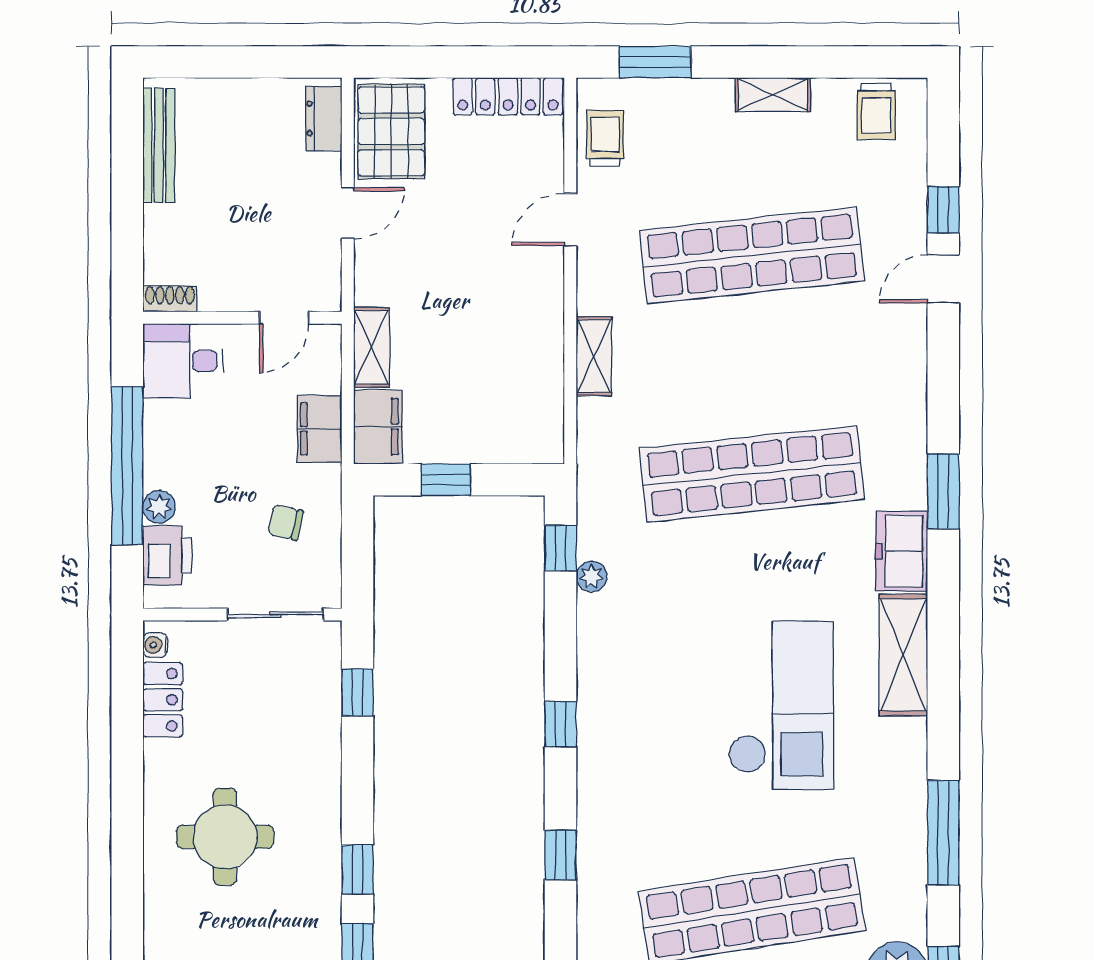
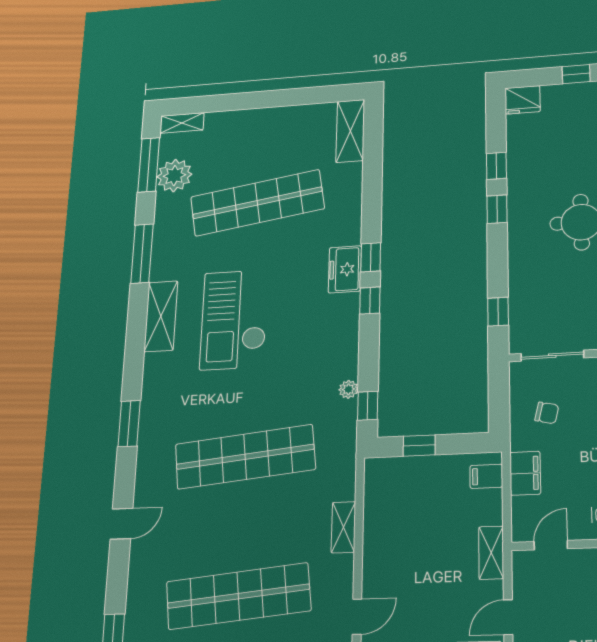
door: (943, 279) -> (122, 524), moved
shelving: (372, 347) -> (491, 553), moved
filing cabinet: (378, 427) -> (486, 476), width x0.50
window: (446, 480) -> (419, 445), moved
window: (943, 491) -> (129, 424), moved
freezer: (902, 551) -> (345, 269), moved, turned 180
shelving: (903, 655) -> (161, 316), moved
window: (561, 855) -> (371, 257), moved

